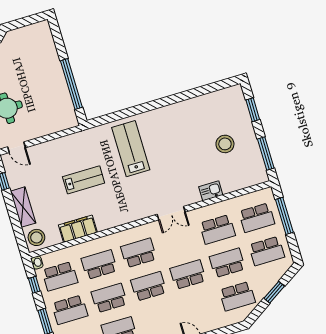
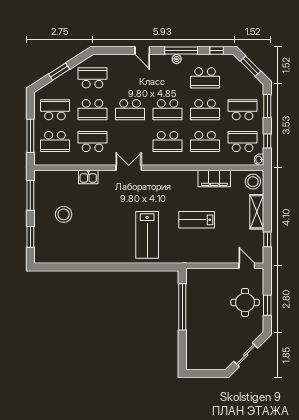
school desk: (257, 218) -> (55, 142), turned 180

